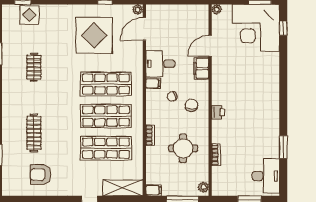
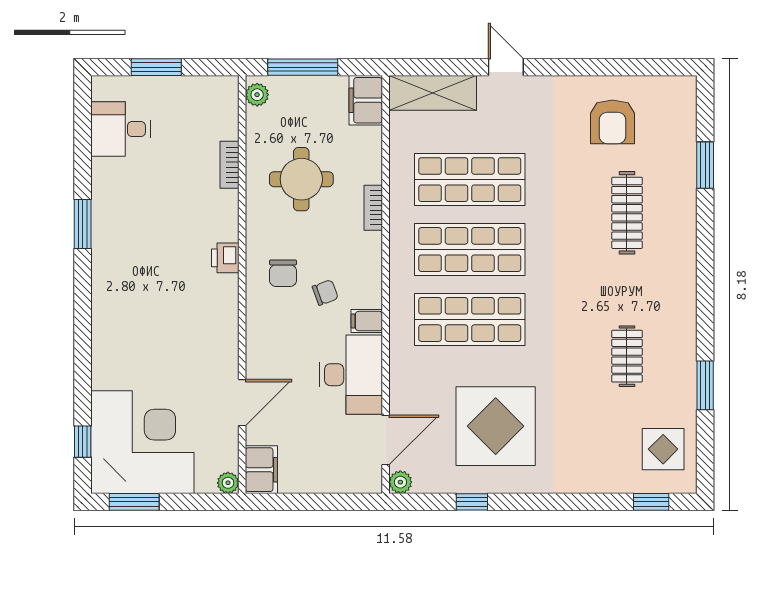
display table: (29, 15) -> (663, 449), moved
desk: (160, 64) -> (351, 375), width x1.37
filing cabinet: (201, 68) -> (261, 470), moved
window: (283, 147) -> (83, 224), moved
armchair: (41, 175) -> (612, 122), turned 90
desk: (266, 176) -> (120, 129), width x0.73
filing cabinet: (154, 190) -> (366, 100), width x2.00

